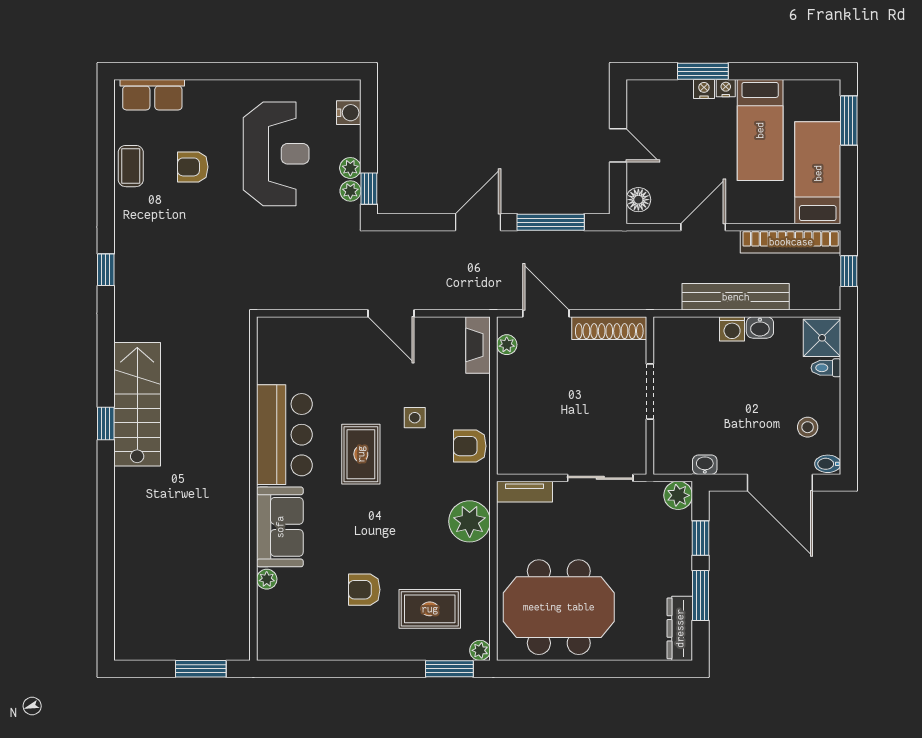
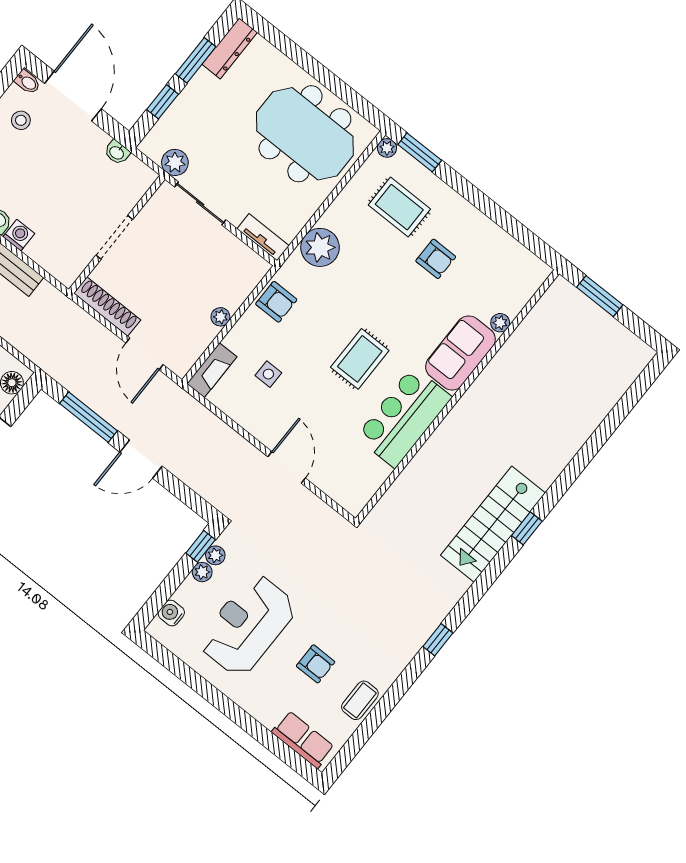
door: (391, 313) -> (287, 467), moved
plant: (507, 345) -> (220, 317), moved
side table: (415, 418) -> (268, 374), moved
plant: (678, 495) -> (175, 162), moved

